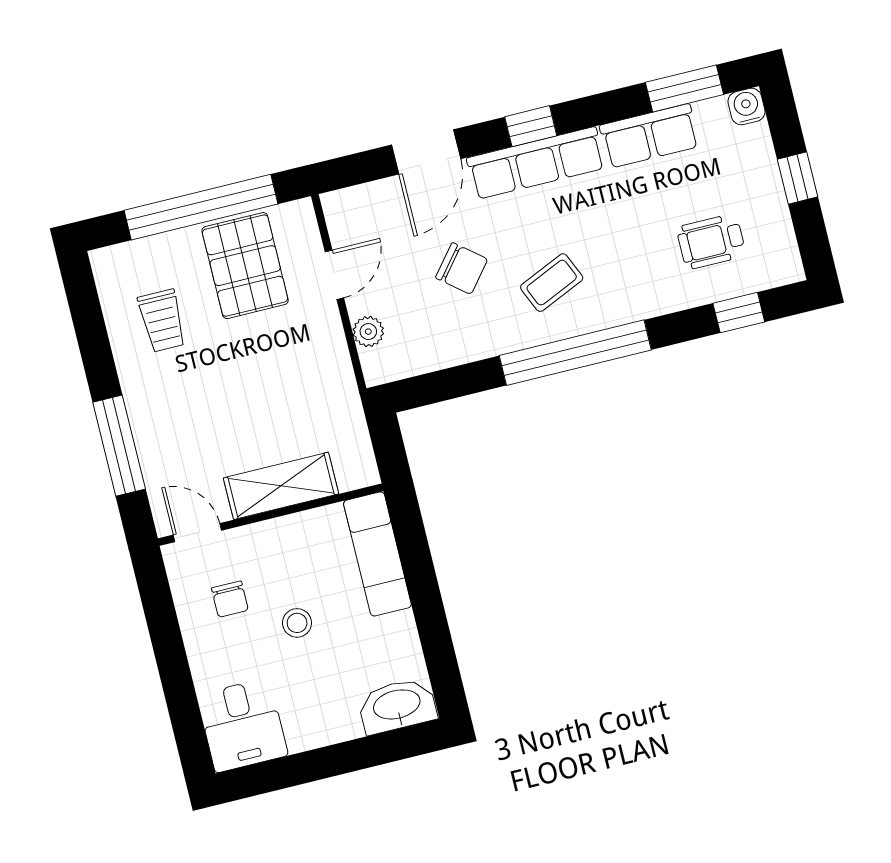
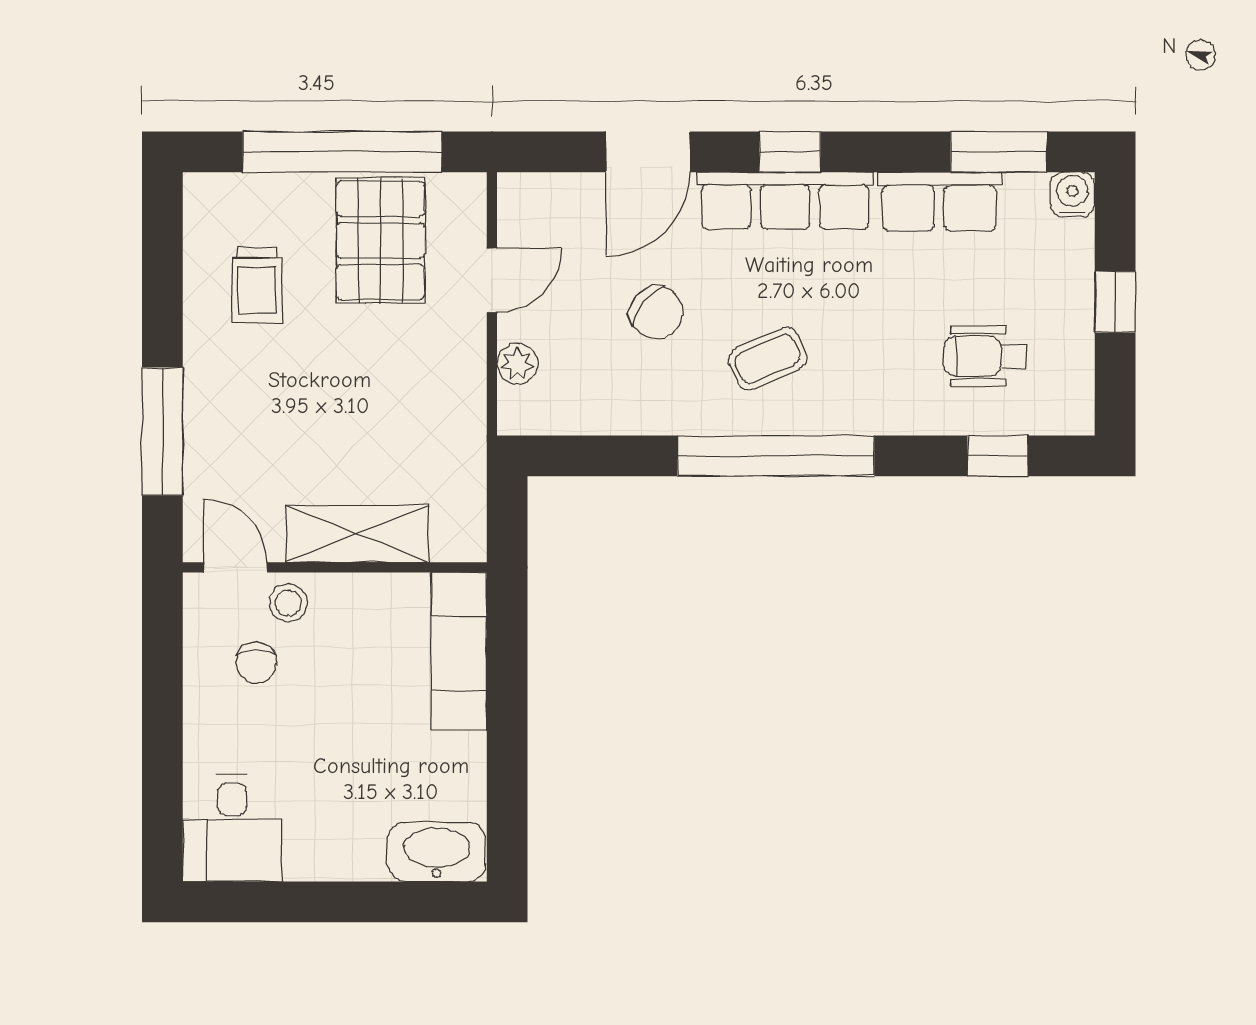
stool: (297, 623) -> (288, 603), moved

